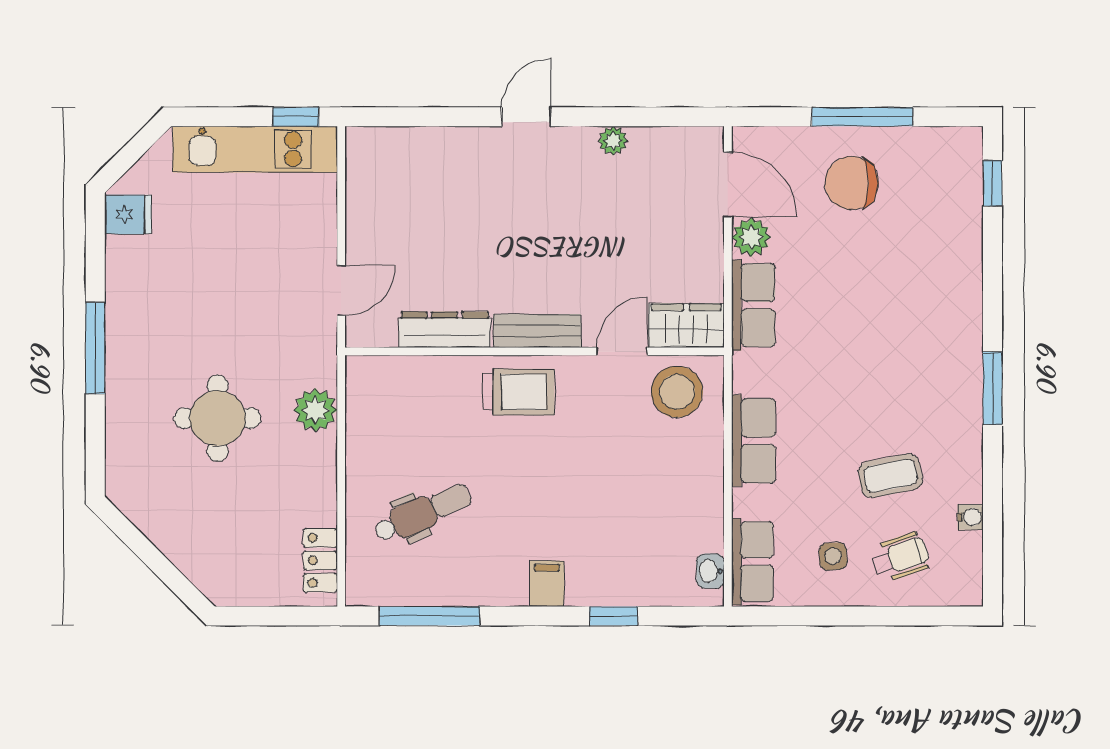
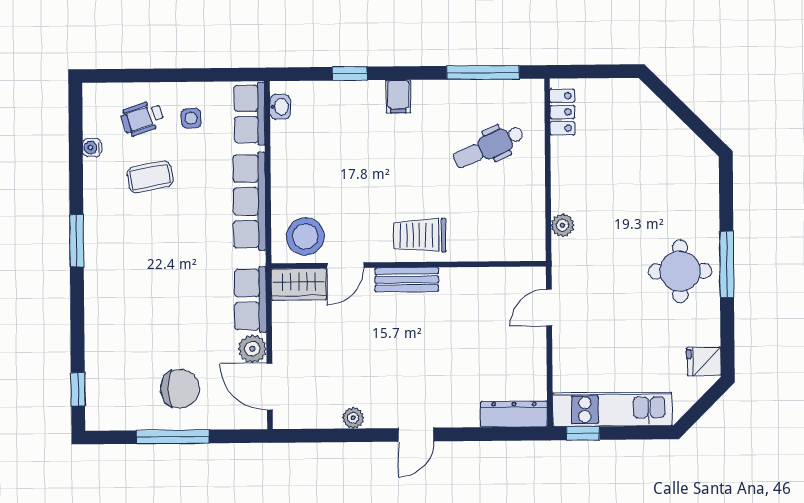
dresser: (445, 330) -> (514, 414), moved, turned 180
plant: (315, 410) -> (563, 225), width x0.73, depth x0.73
round table: (218, 418) -> (680, 271), moved
row of seats: (754, 441) -> (249, 201), width x1.48

